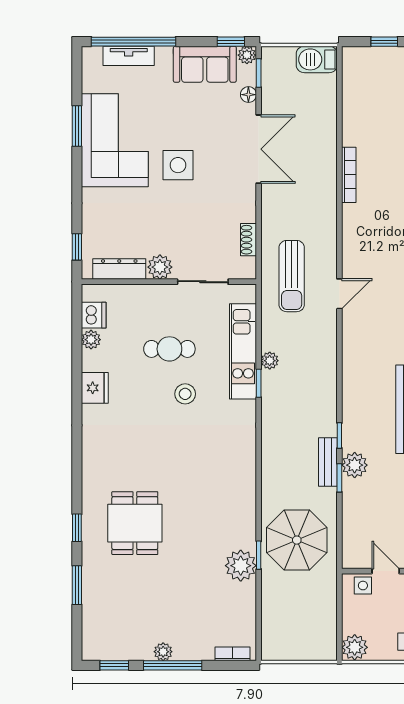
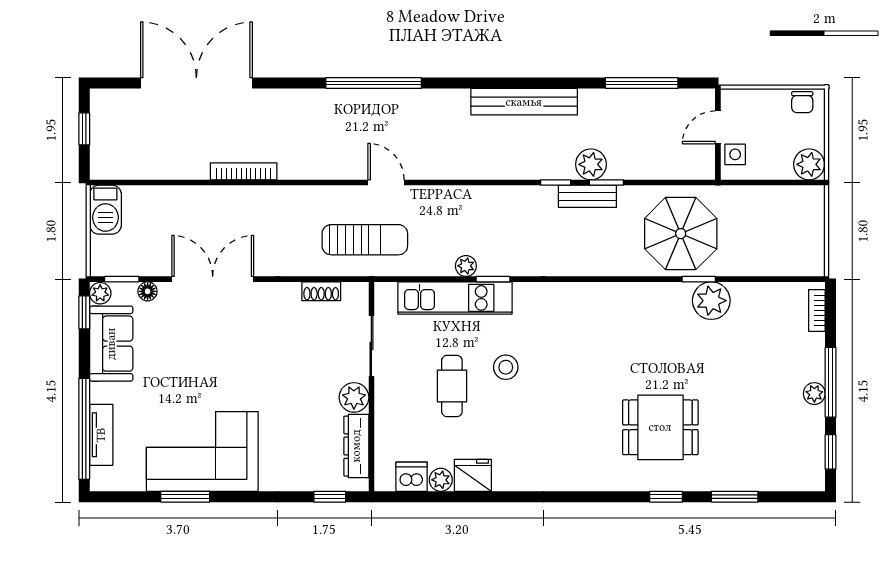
side table: (178, 165) -> (232, 376), removed
fridge: (95, 388) -> (473, 475), moved

